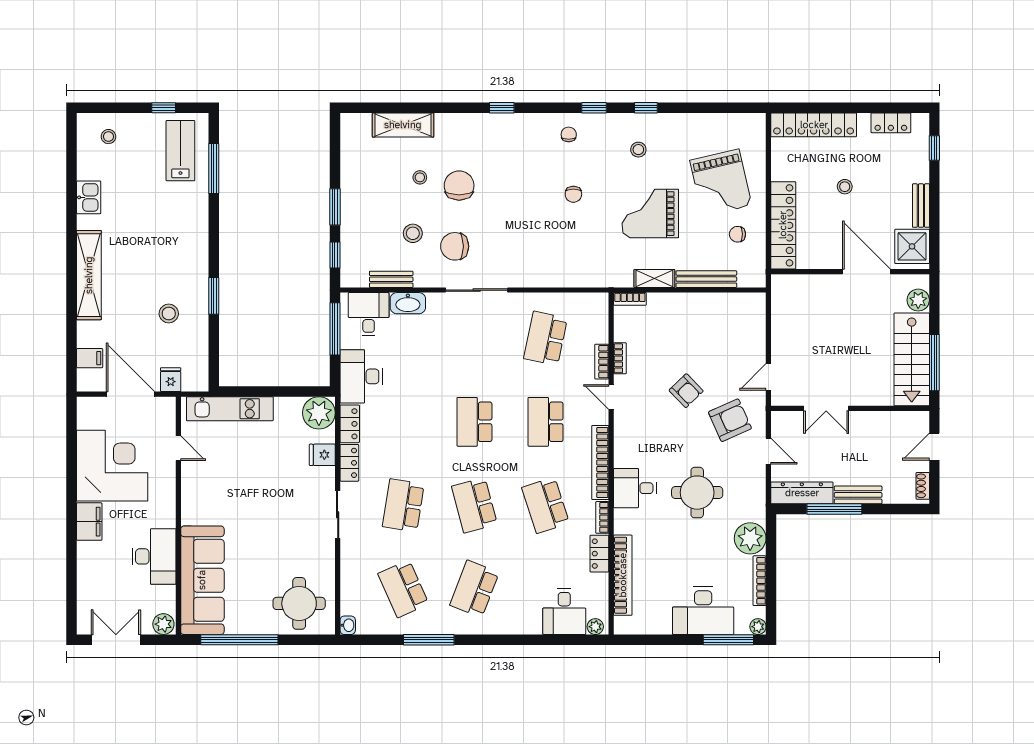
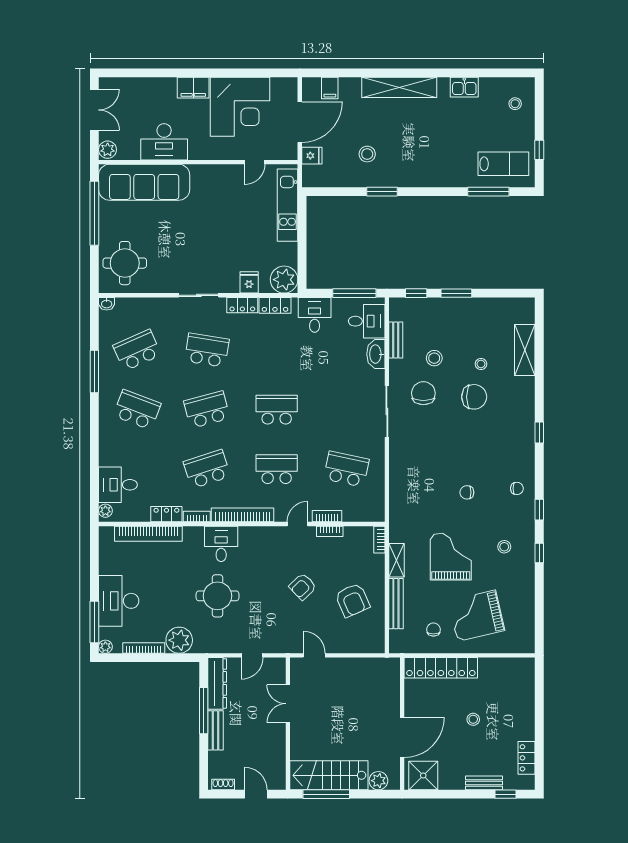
locker: (814, 125) -> (525, 693), removed
bench: (921, 206) -> (484, 783), moved
desk: (361, 376) -> (315, 315), width x0.73
armchair: (730, 420) -> (352, 600), moved

